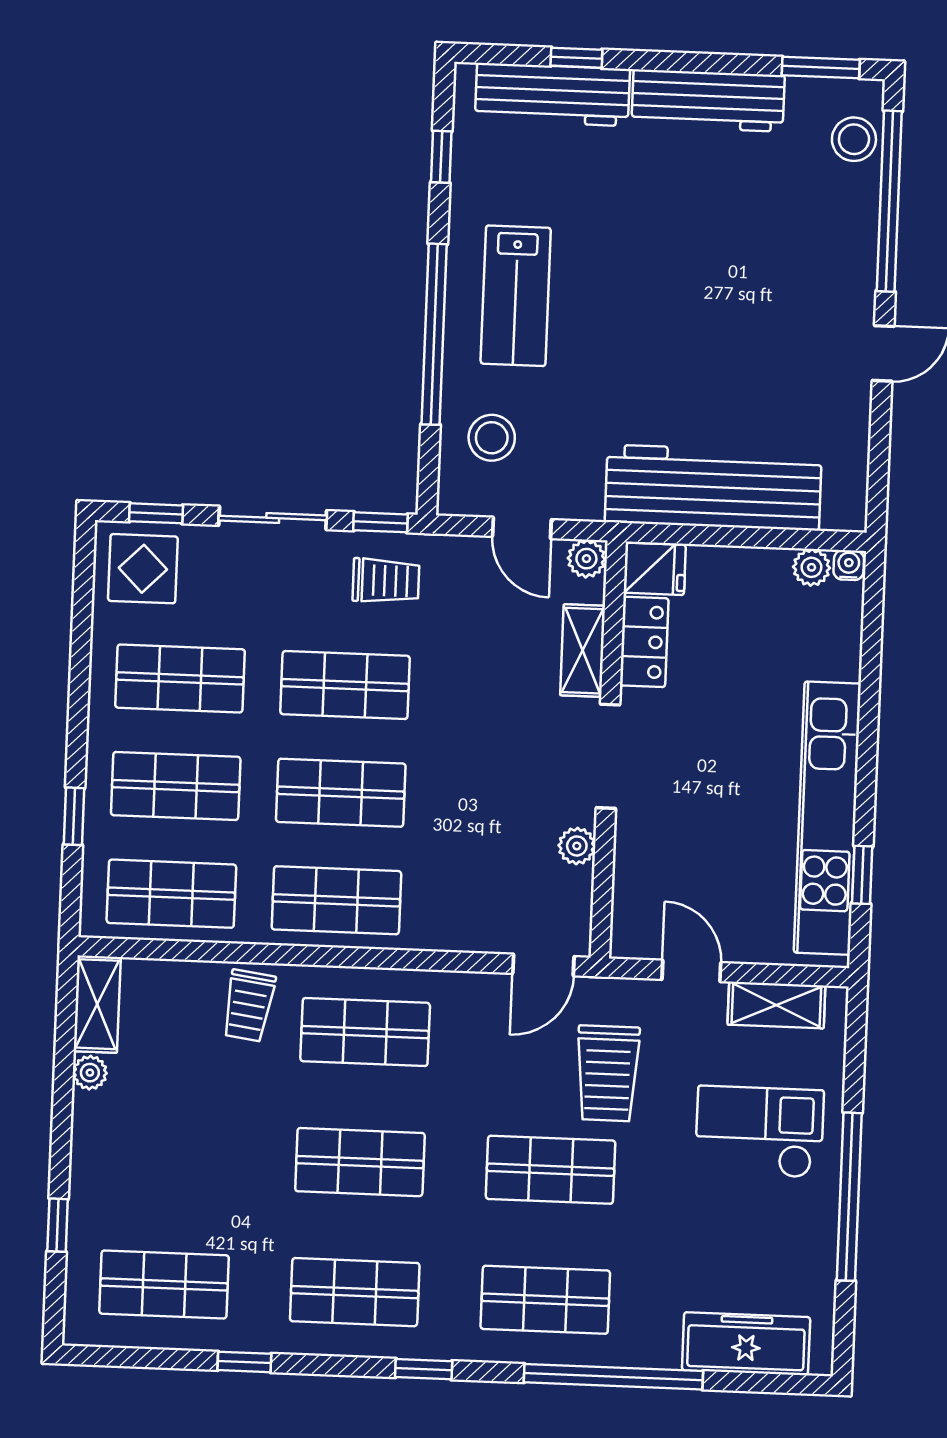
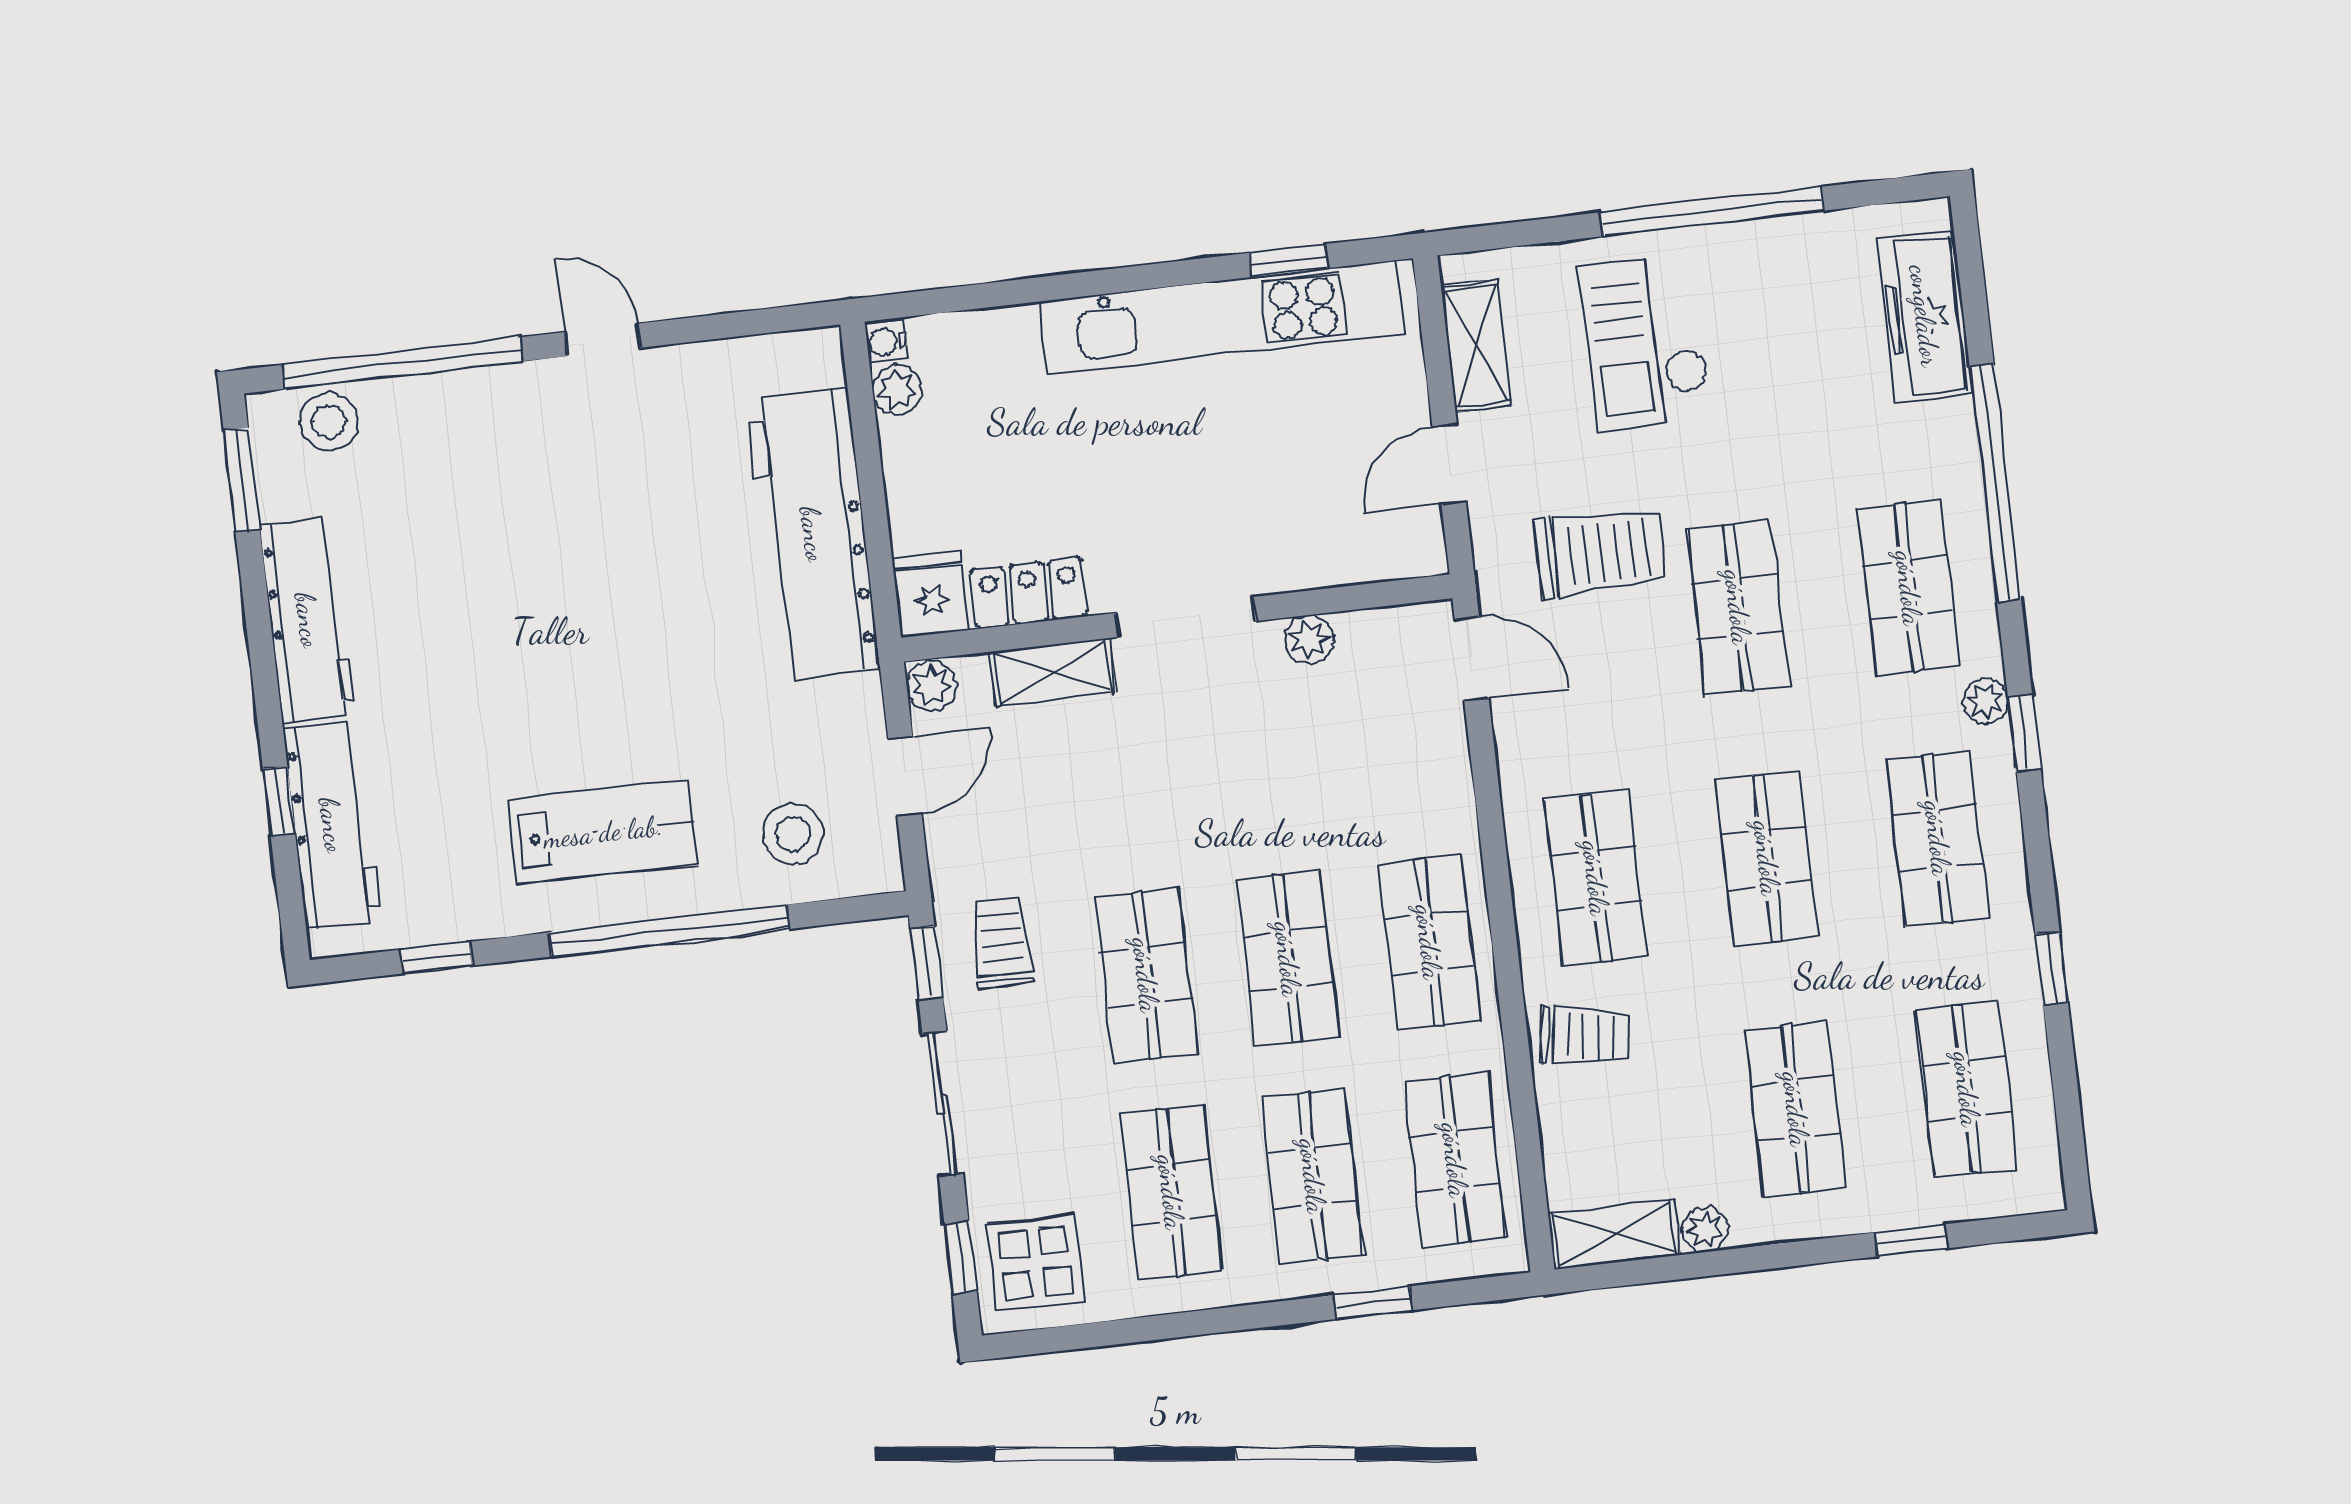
shop shelf: (169, 1154) -> (1796, 1109), added
plant: (452, 1344) -> (1986, 701), added

